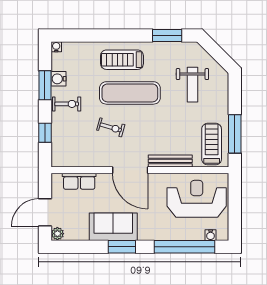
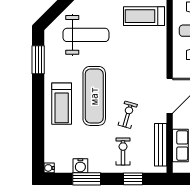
weight bench: (192, 85) -> (86, 35), width x1.36, depth x1.33
exercise bike: (67, 104) -> (123, 151), moved
bench: (170, 161) -> (161, 145), moved

